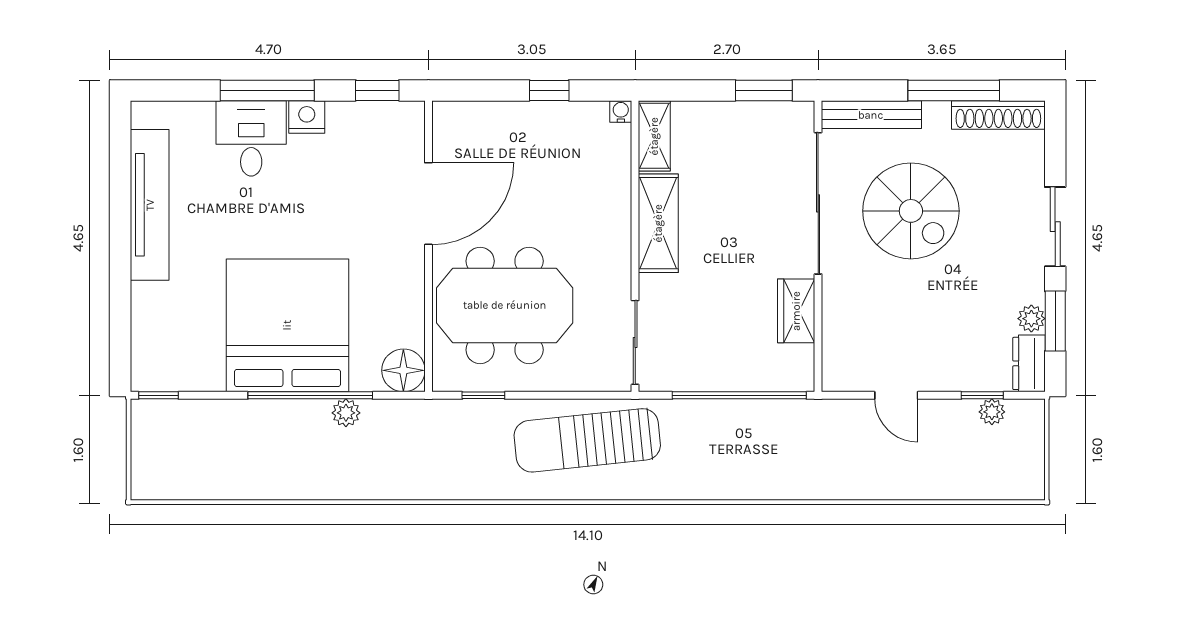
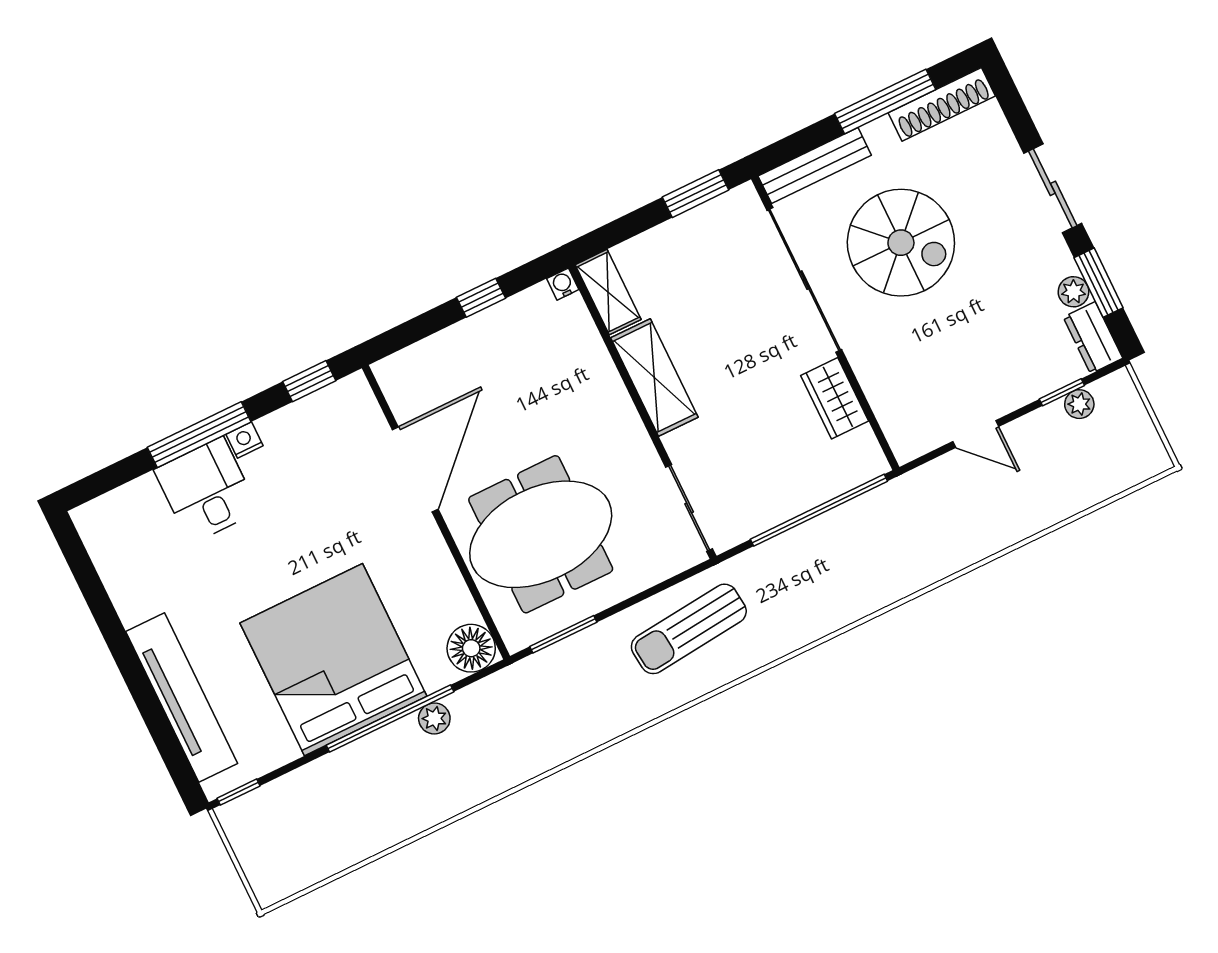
nightstand: (307, 117) -> (245, 440), width x0.72, depth x0.74
tv unit: (150, 205) -> (182, 698), moved
window: (483, 395) -> (563, 634), width x1.50
sun lounger: (587, 440) -> (689, 629), width x0.73, depth x0.75

